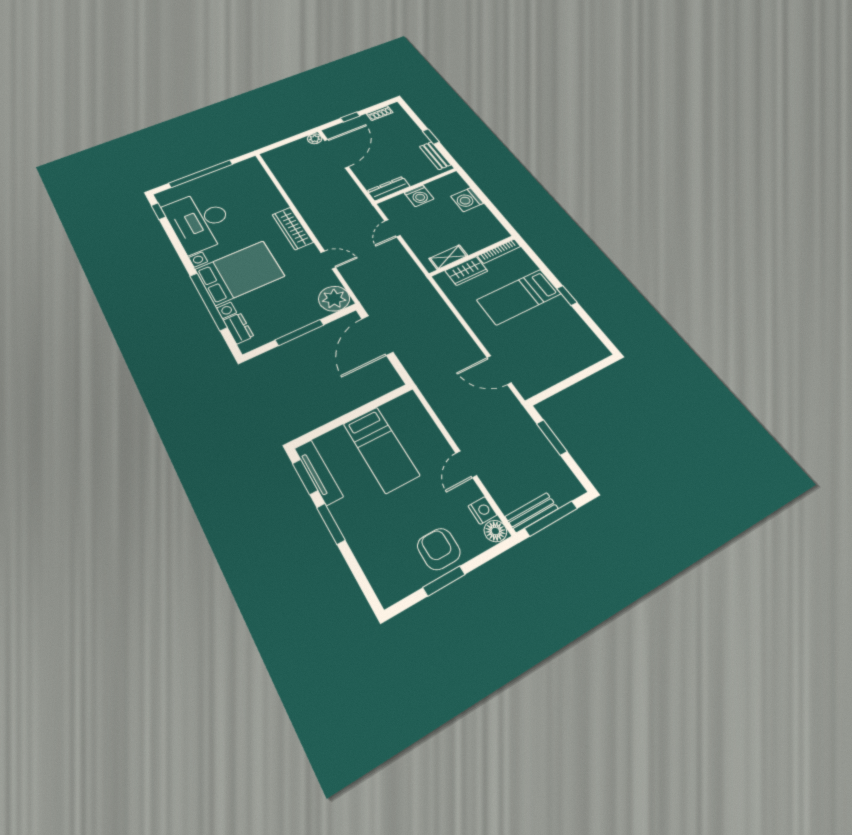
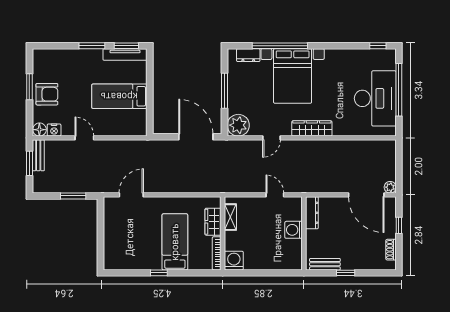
washing machine: (467, 200) -> (234, 261), moved
desk: (199, 221) -> (375, 98), moved, turned 90
window: (551, 519) -> (29, 163), width x0.69

